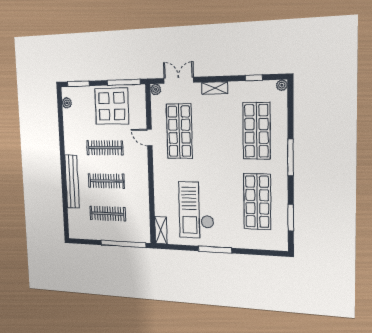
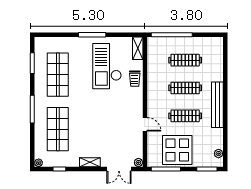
shop shelf: (179, 131) -> (119, 129), removed
bench: (72, 182) -> (217, 105), moved
trolley: (163, 194) -> (135, 79), added
checkout: (196, 210) -> (107, 66), turned 180

